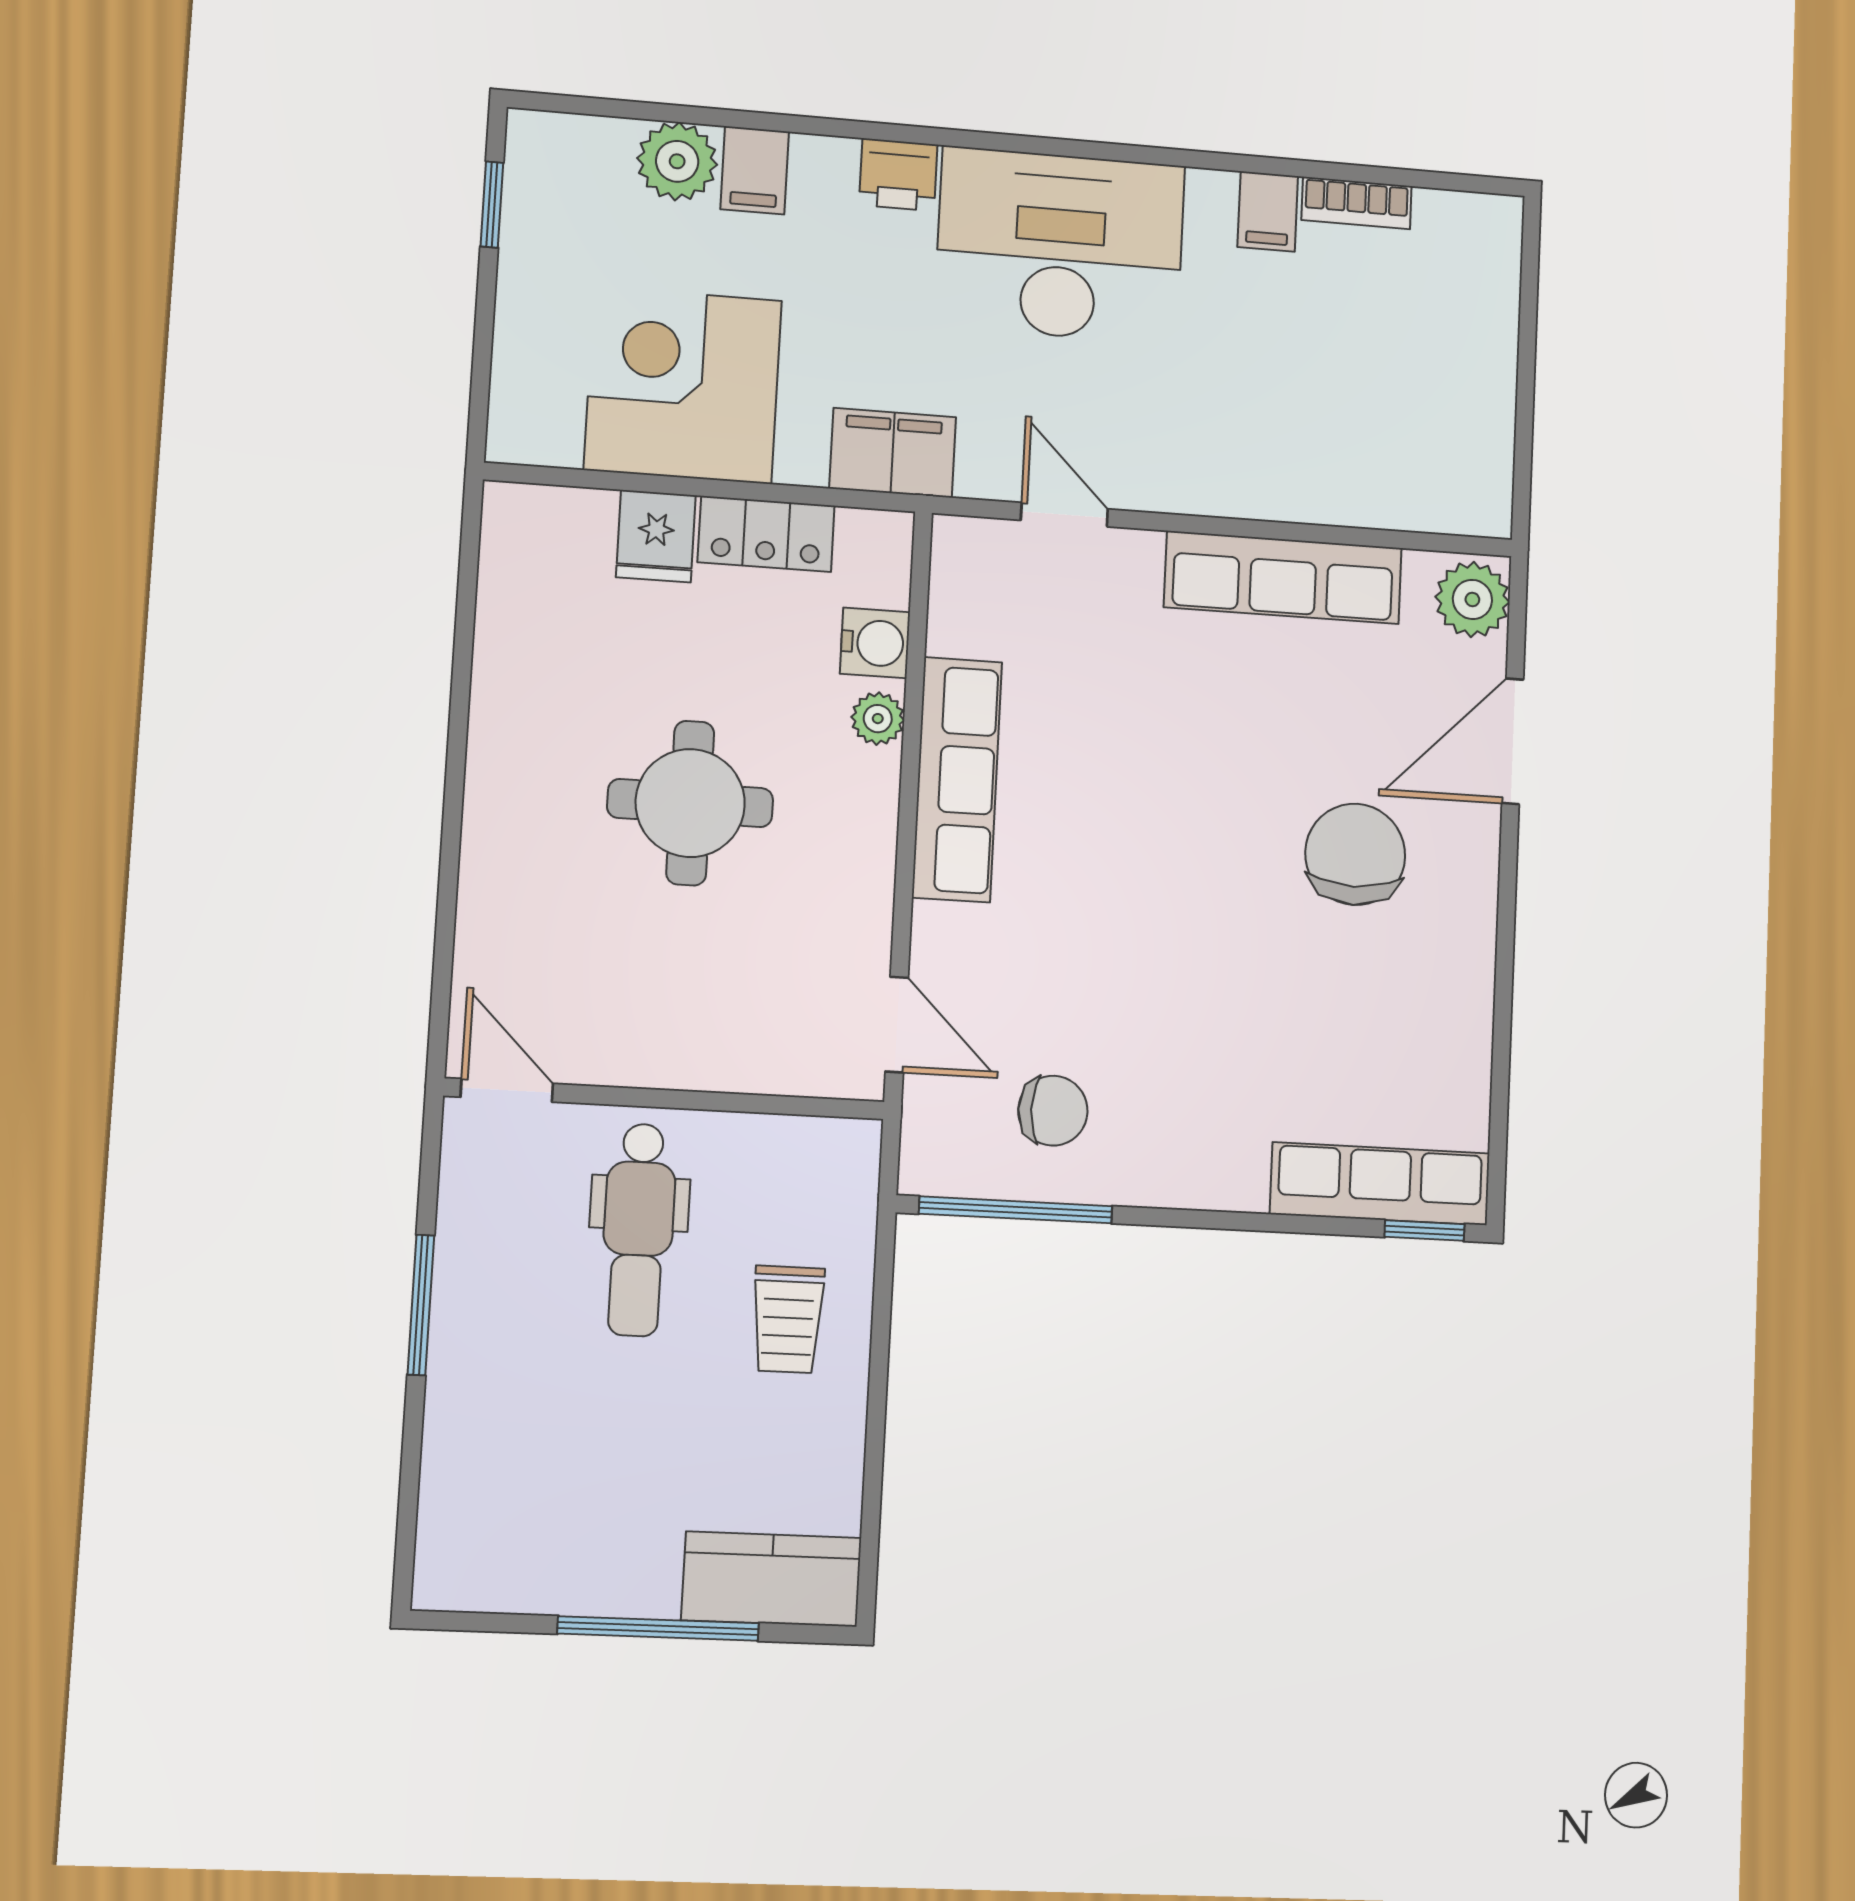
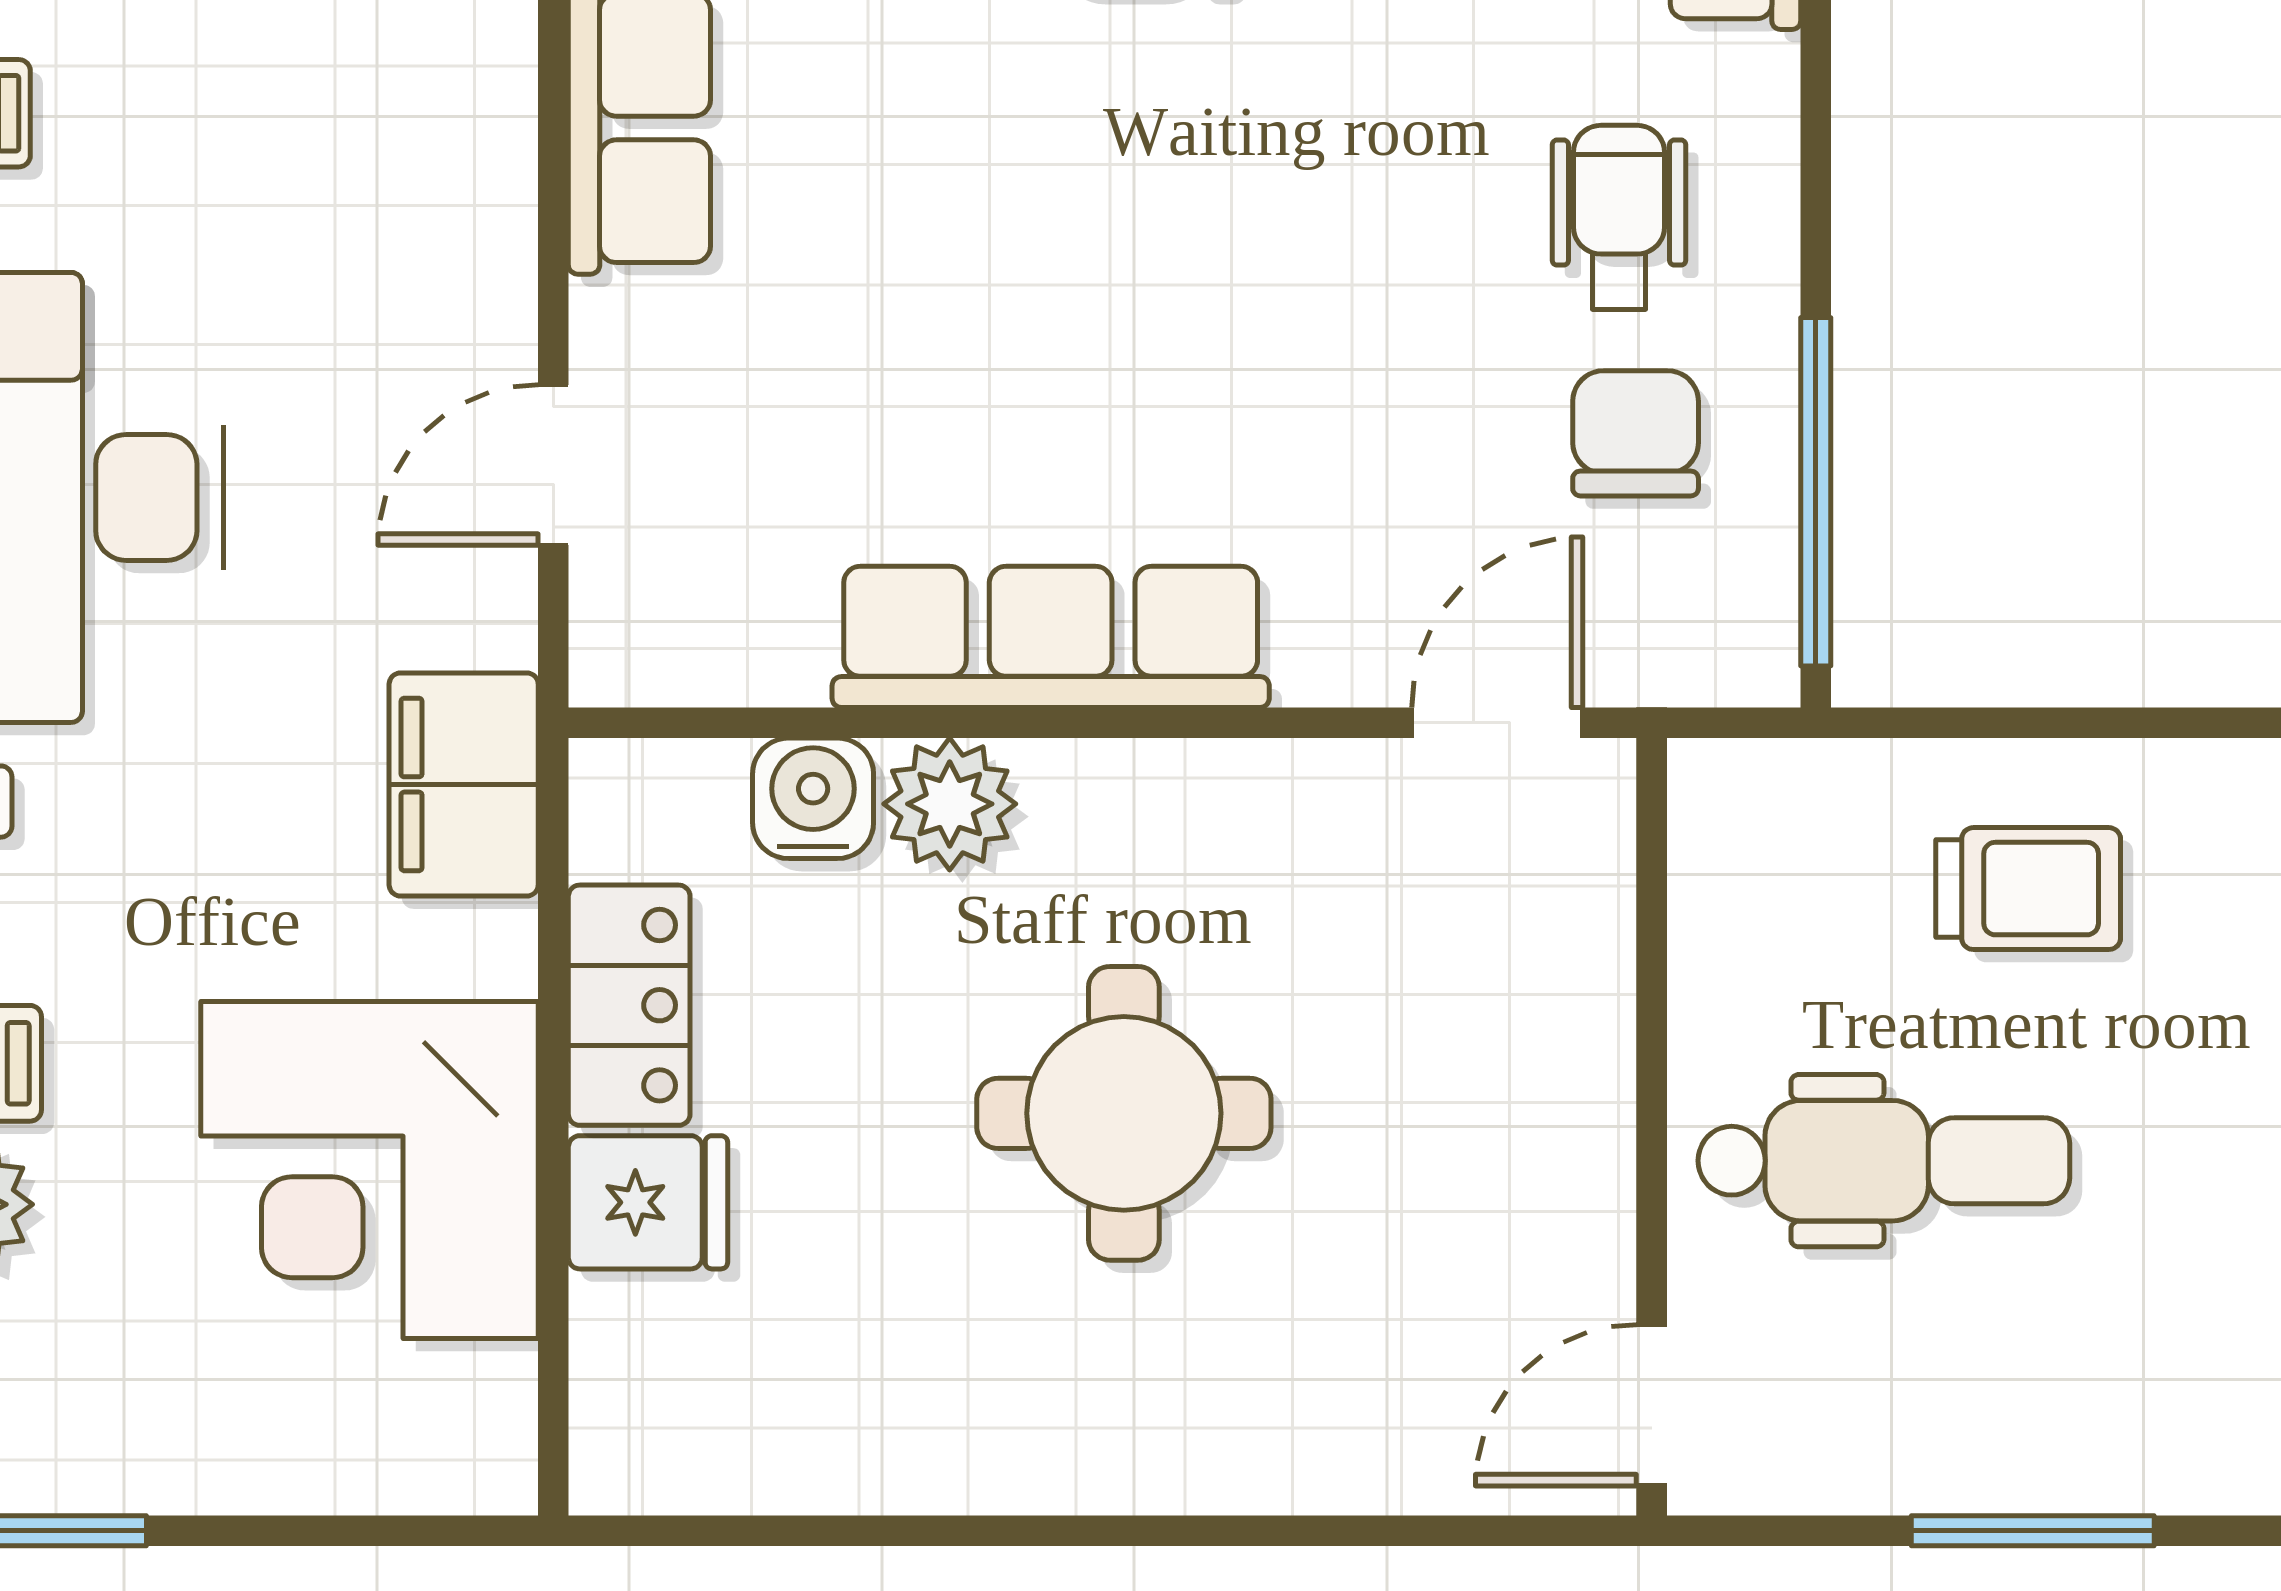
plant: (878, 719) -> (950, 804), width x1.38, depth x1.38
wheelchair: (1172, 1108) -> (1619, 217), added

